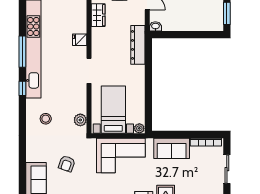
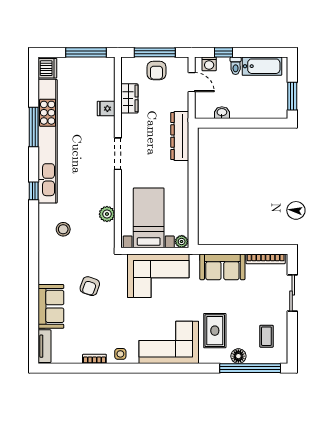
washbasin: (155, 26) -> (222, 113), moved
fridge: (80, 40) -> (106, 109), moved
window: (22, 52) -> (34, 127), moved
doorway: (89, 71) -> (118, 154), moved
plant: (80, 120) -> (107, 214), moved

